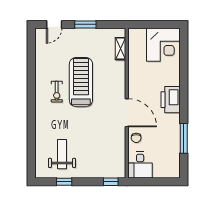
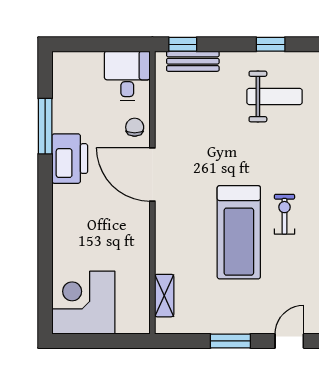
printer: (171, 100) -> (70, 159), moved
weight bench: (62, 154) -> (275, 96), turned -90
bench: (105, 173) -> (193, 61), added

